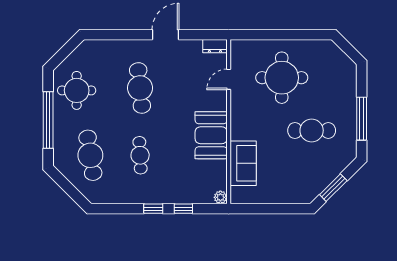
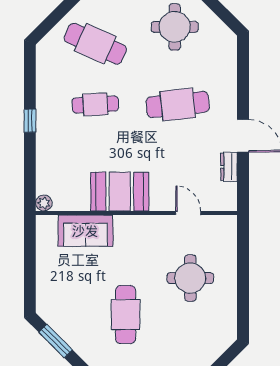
dresser: (215, 46) -> (229, 167), moved
round table: (282, 78) -> (190, 278), width x0.73, depth x0.73
cafe table: (90, 155) -> (95, 44), turned 33
window: (183, 209) -> (30, 158), removed

